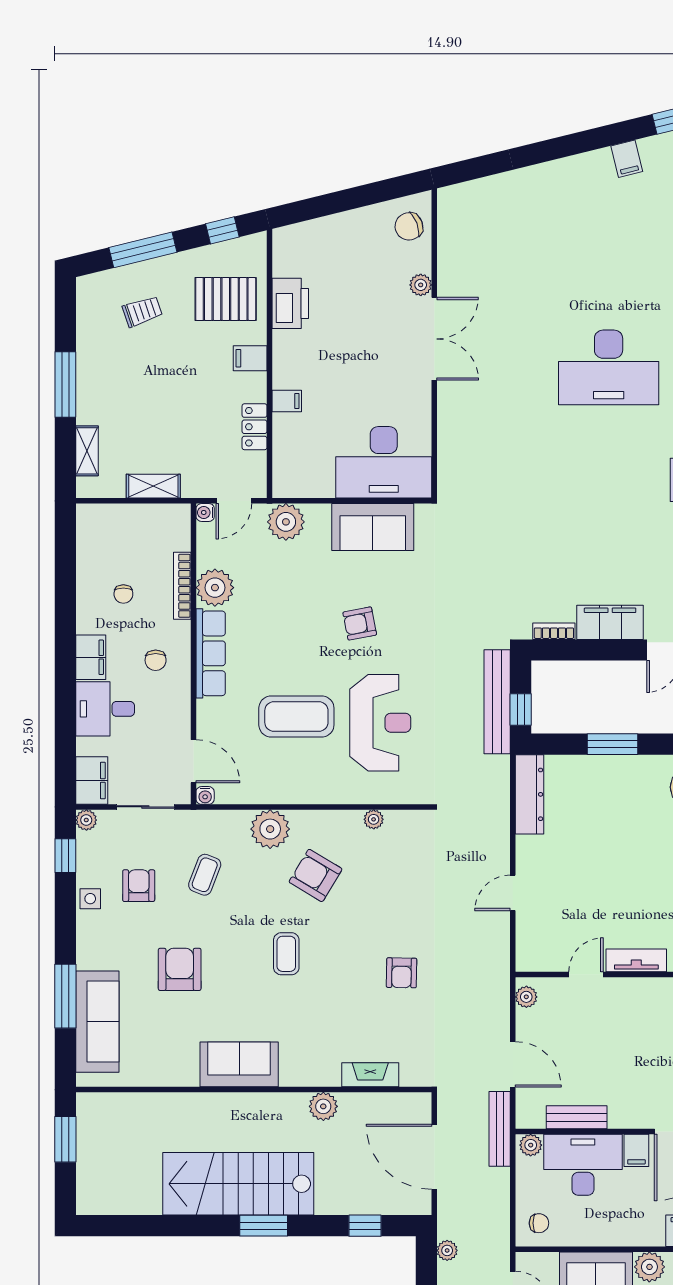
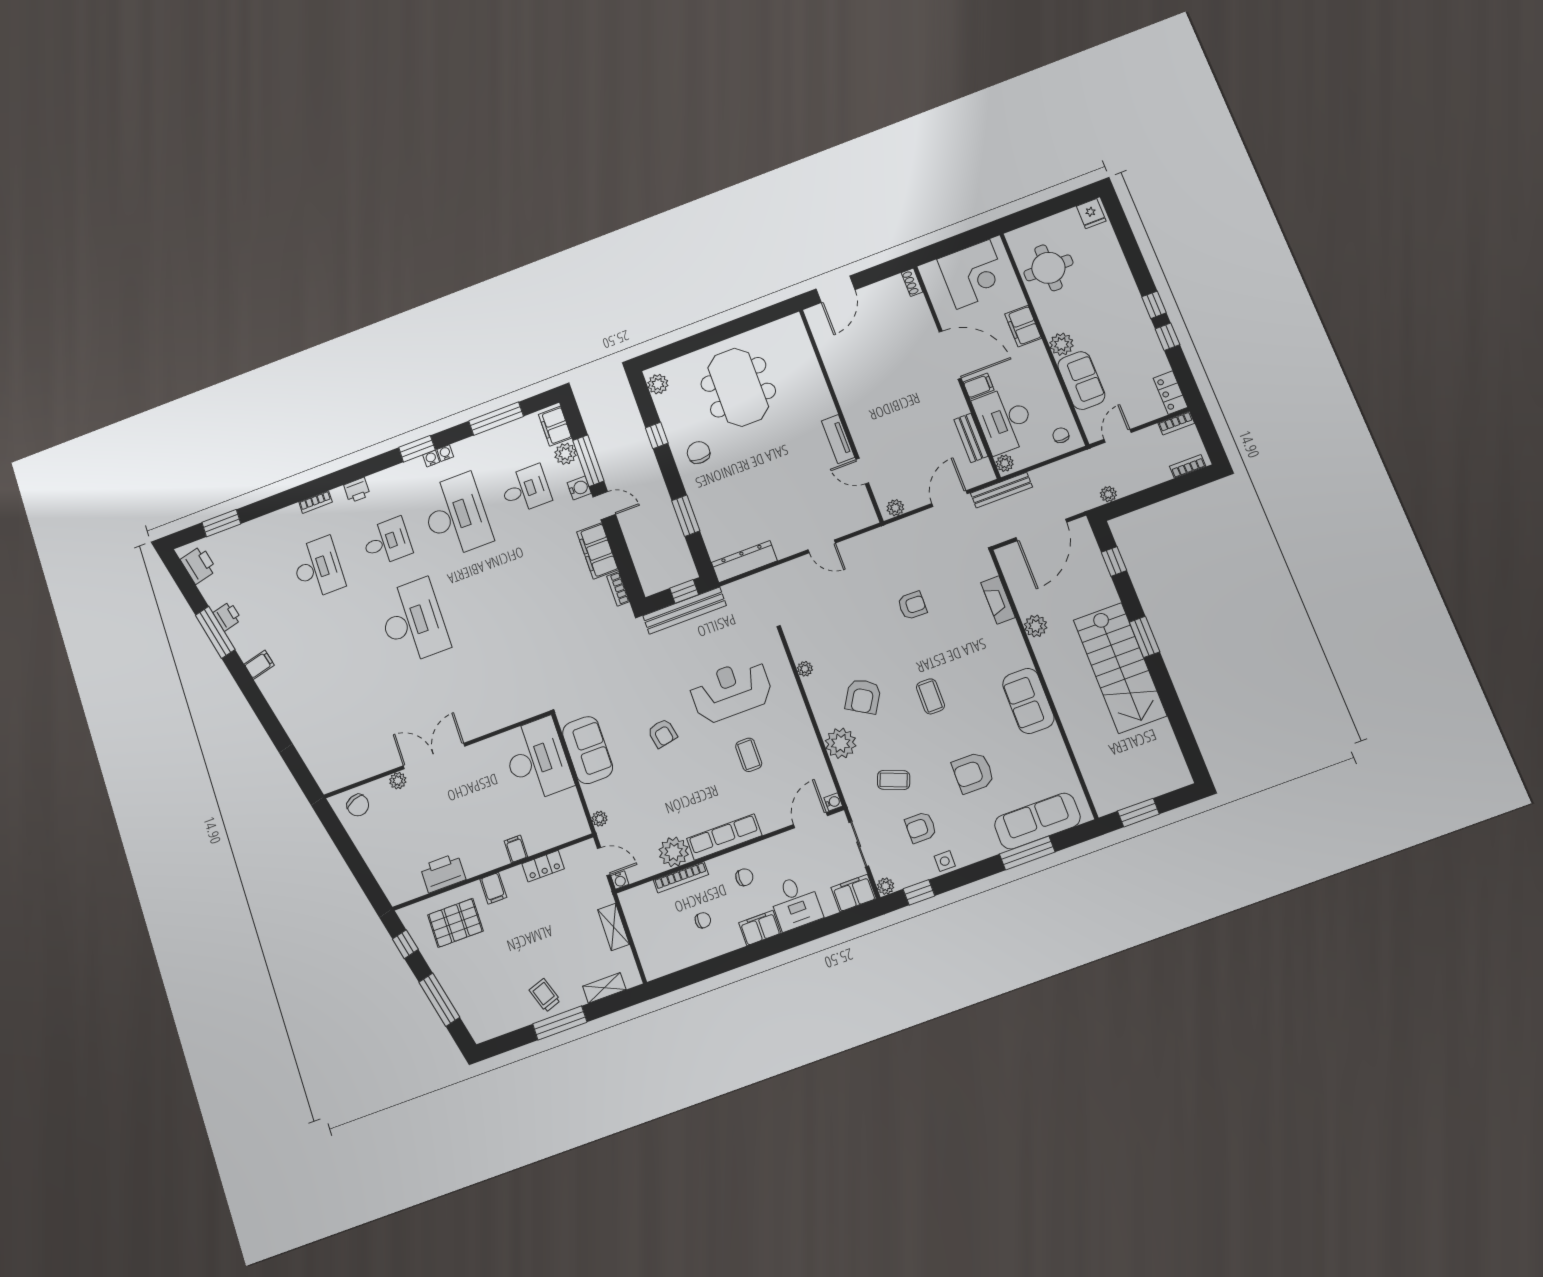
pallet: (226, 299) -> (455, 923), turned 90
trolley: (142, 311) -> (545, 995), moved
plant: (286, 522) -> (600, 819), width x0.53, depth x0.53
coffee table: (296, 716) -> (749, 755), width x0.54, depth x0.58
coffee table: (286, 954) -> (930, 696), turned 90

